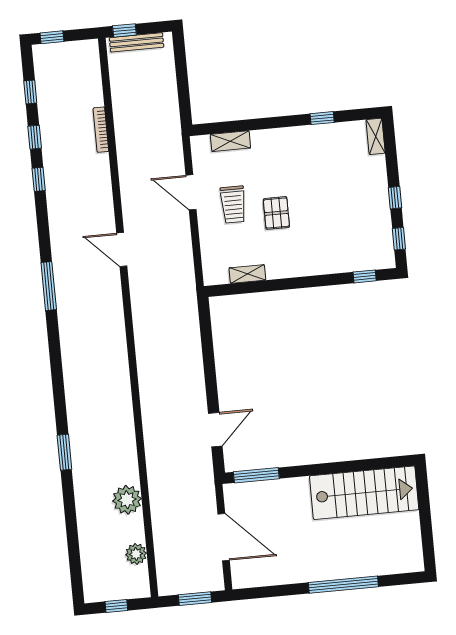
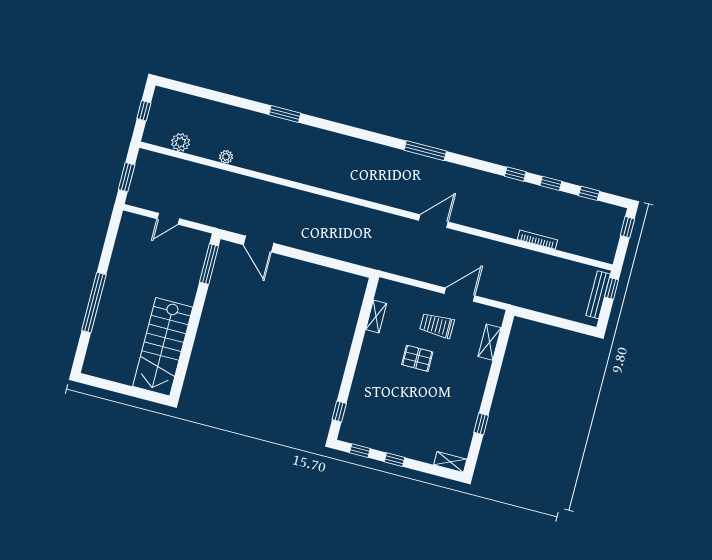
plant: (127, 500) -> (226, 157), width x0.53, depth x0.53
door: (224, 537) -> (168, 219), width x0.53

